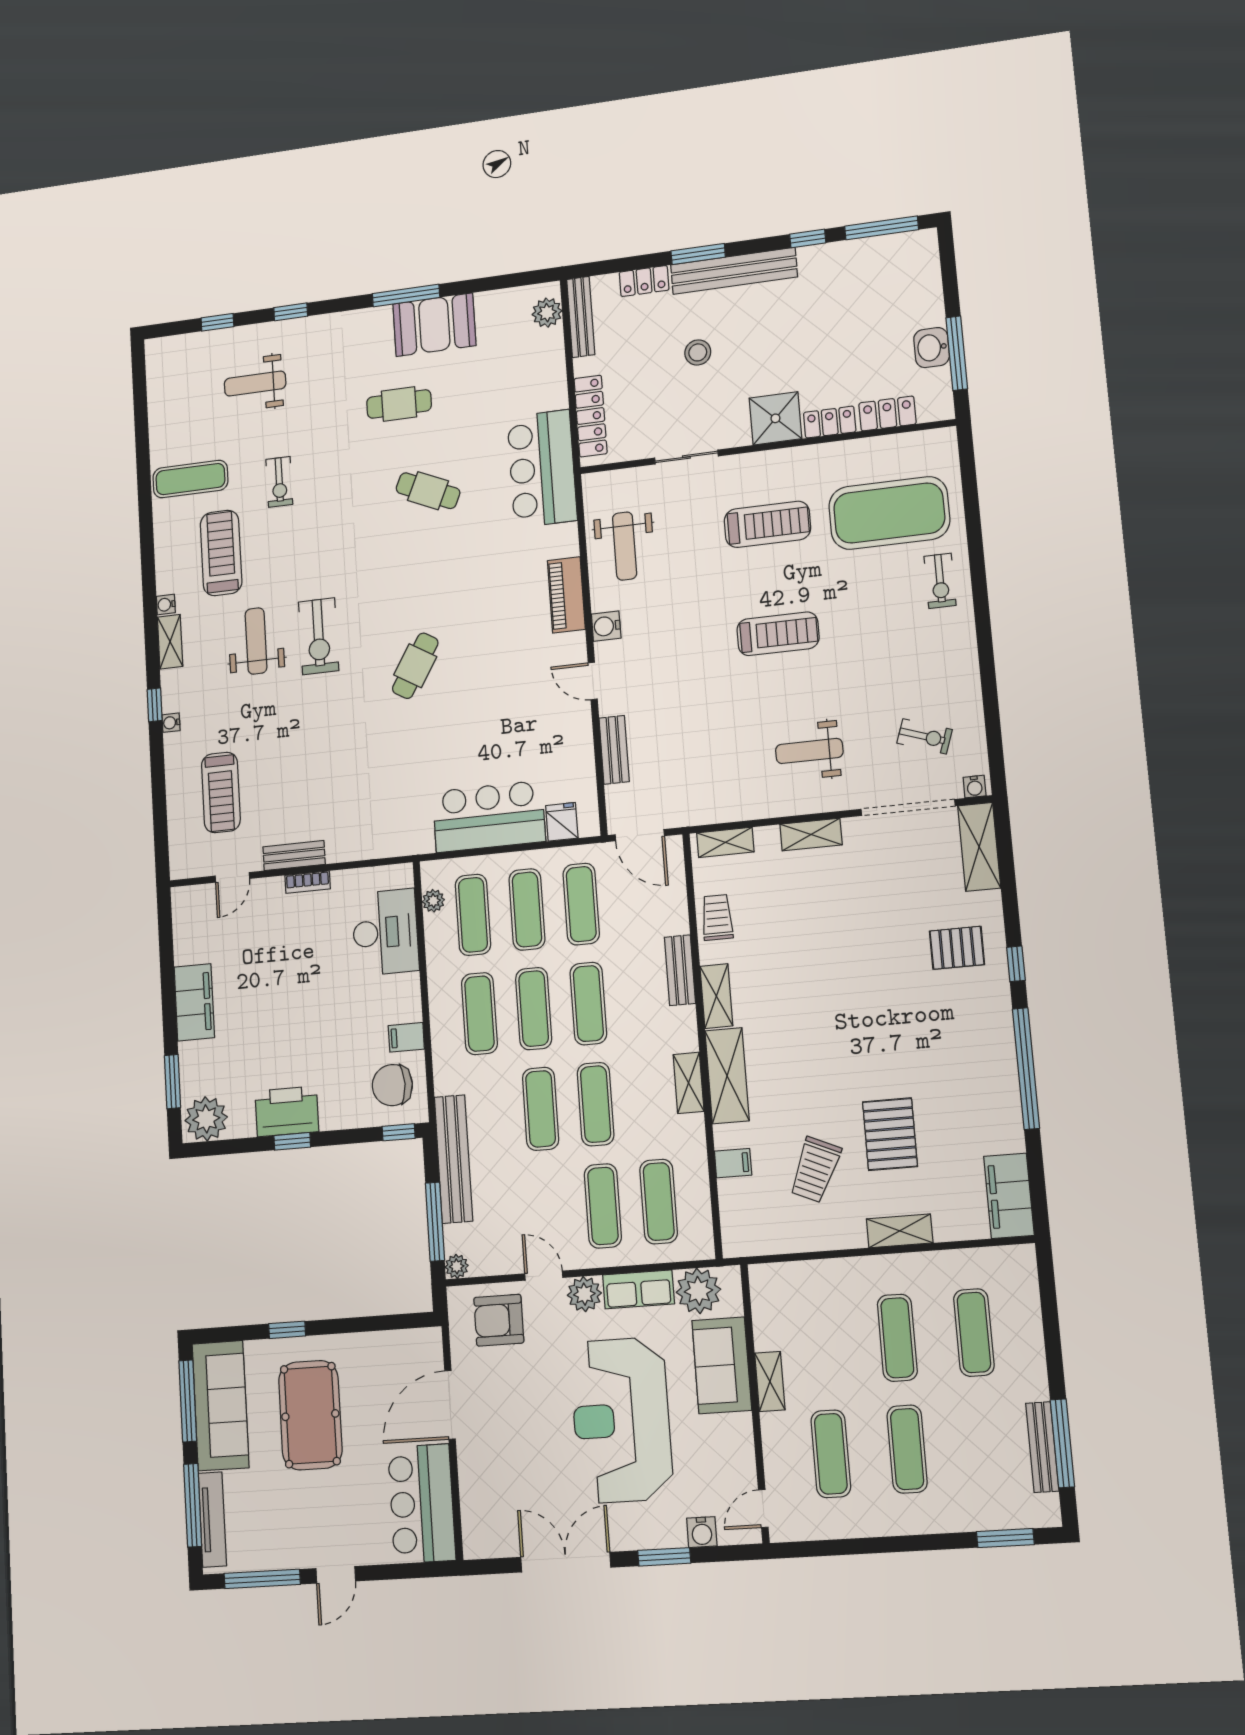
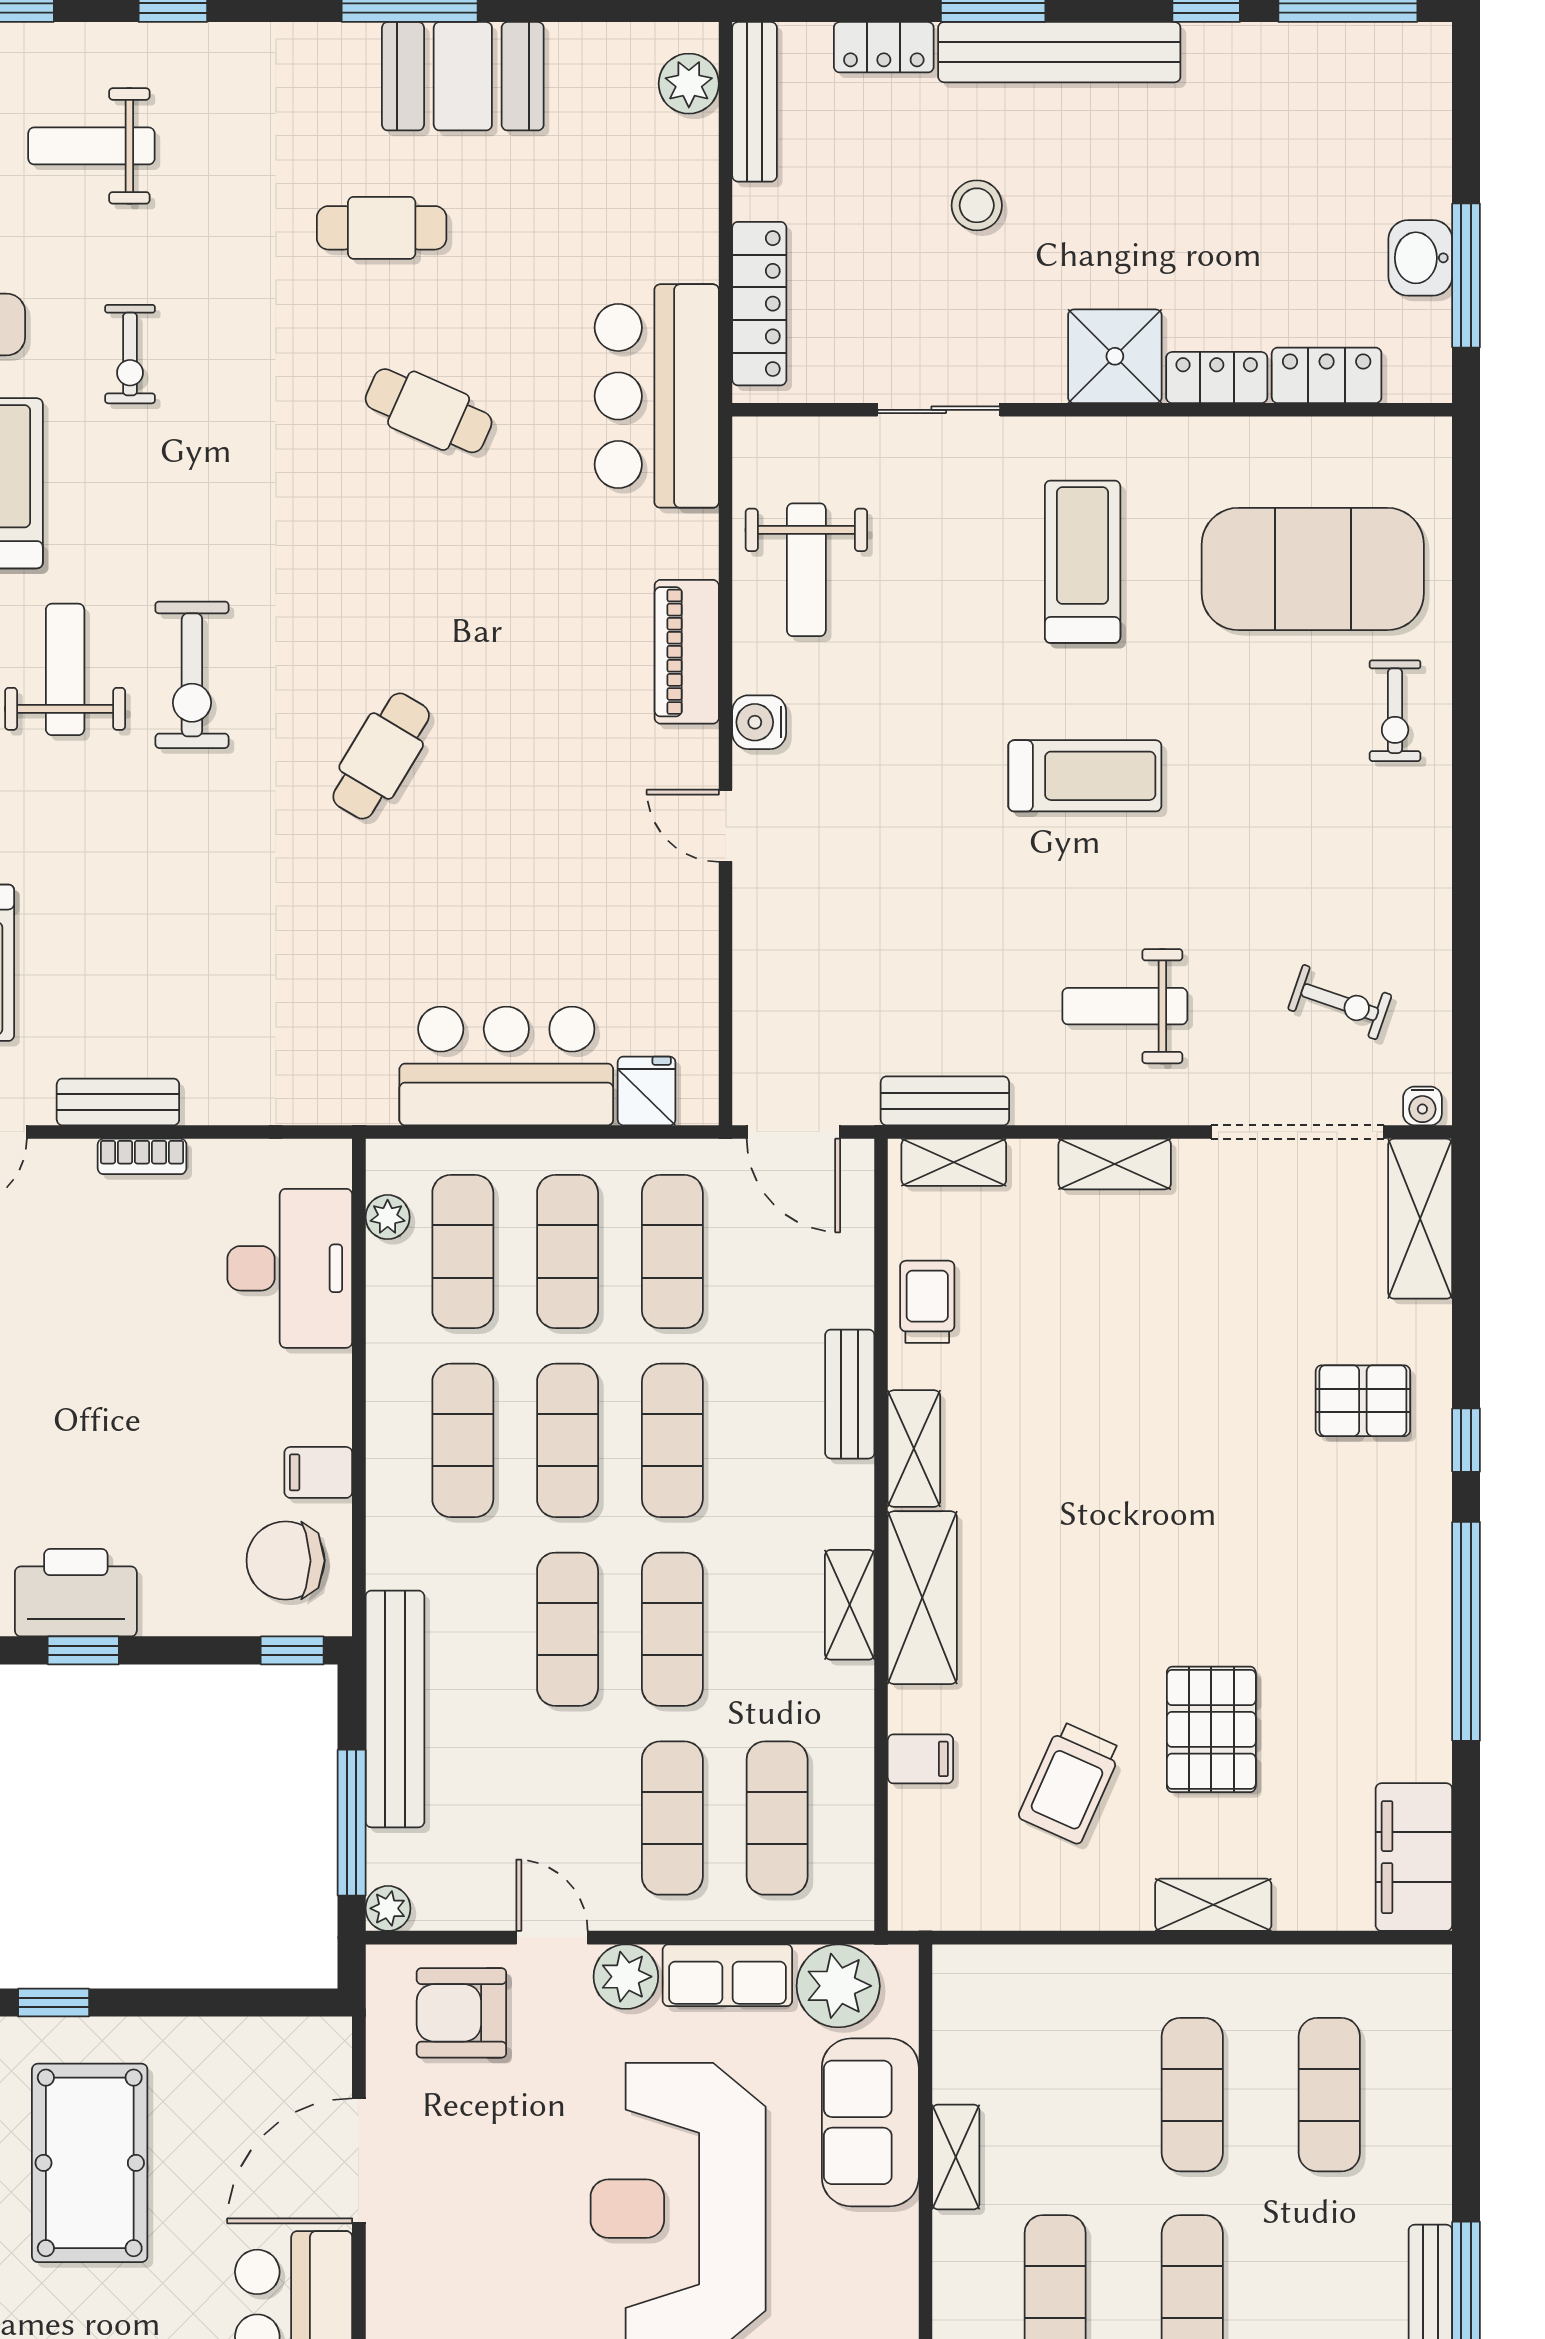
treadmill: (767, 524) -> (1083, 562), turned -90
bench: (614, 750) -> (945, 1101), moved, turned 90

